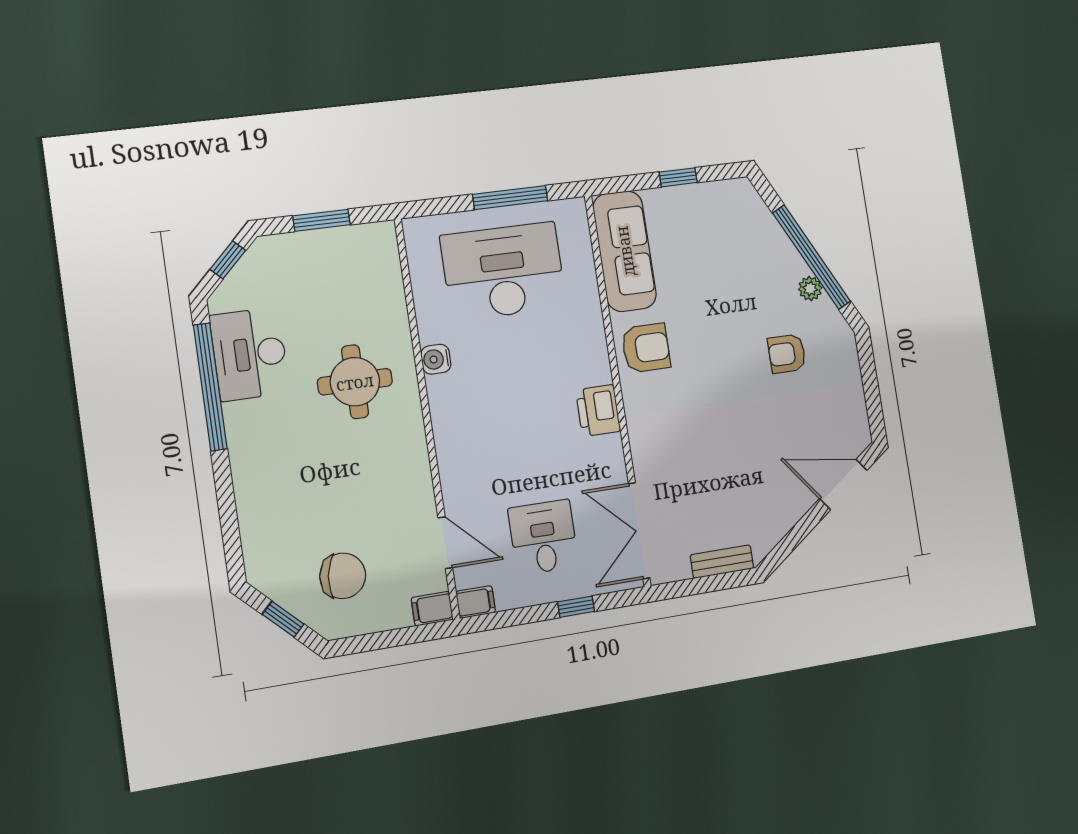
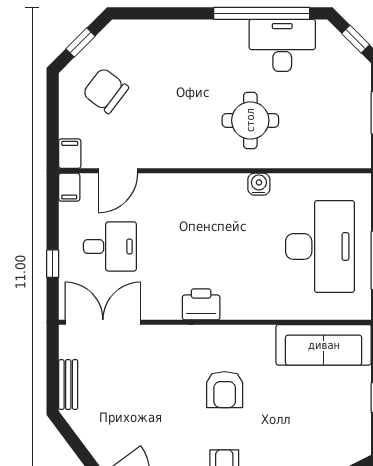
armchair: (646, 348) -> (225, 390), moved
chair: (343, 576) -> (106, 91), turned 119

